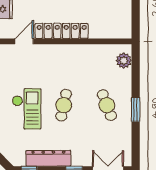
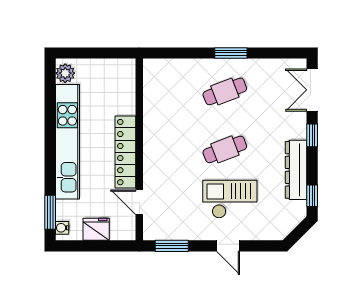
plant: (124, 61) -> (165, 69), removed
cafe table: (64, 105) -> (225, 149), turned -33

